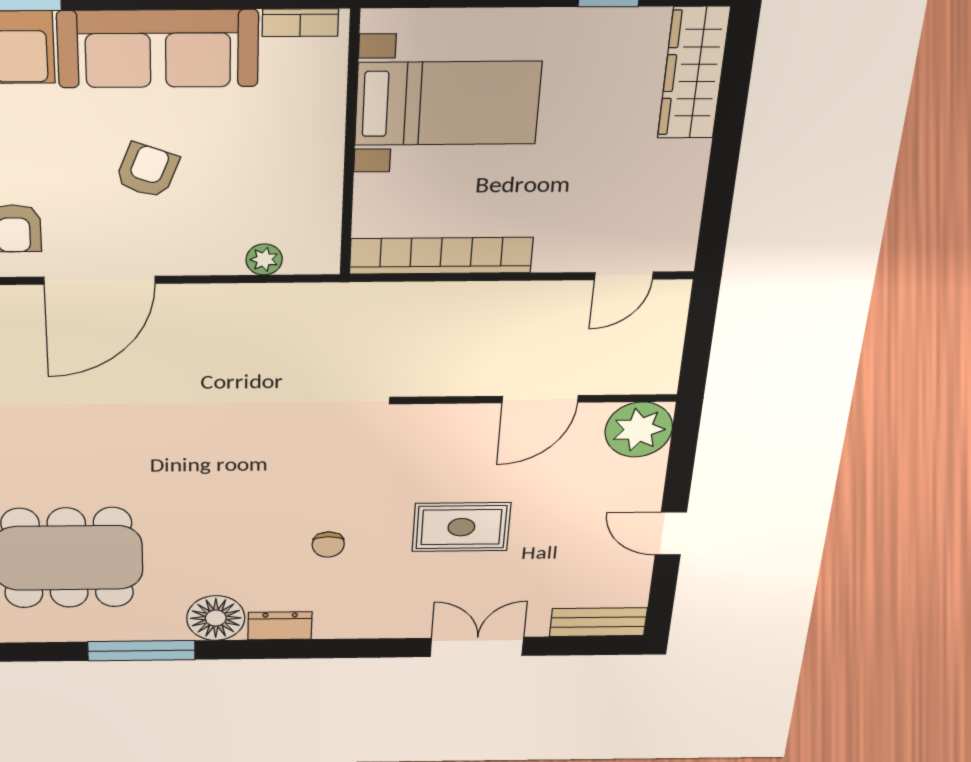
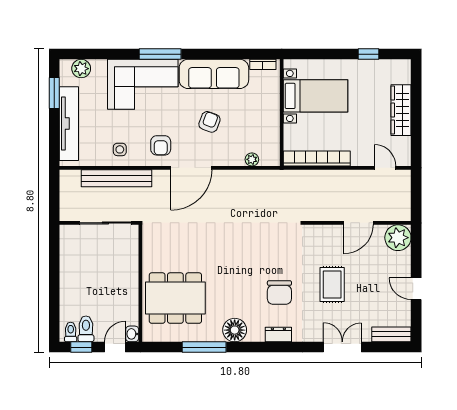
wardrobe: (694, 73) -> (401, 110), moved
door: (624, 276) -> (385, 168), swing flipped
rug: (461, 527) -> (332, 284), turned 90
chair: (328, 545) -> (279, 293), width x1.87, depth x1.87
dresser: (280, 626) -> (278, 335), moved

